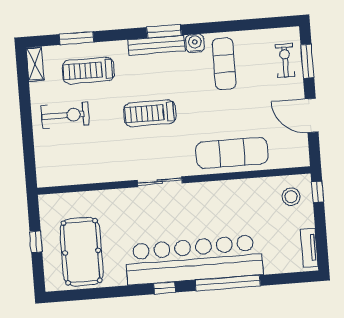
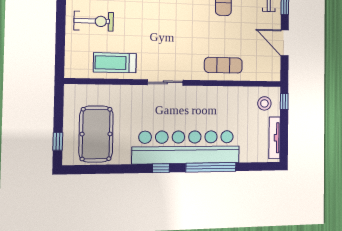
treadmill: (150, 113) -> (115, 63), moved
exercise mat: (232, 153) -> (223, 65), width x0.73, depth x0.69
window: (36, 242) -> (58, 141), moved
tv unit: (309, 248) -> (275, 138), width x1.41

